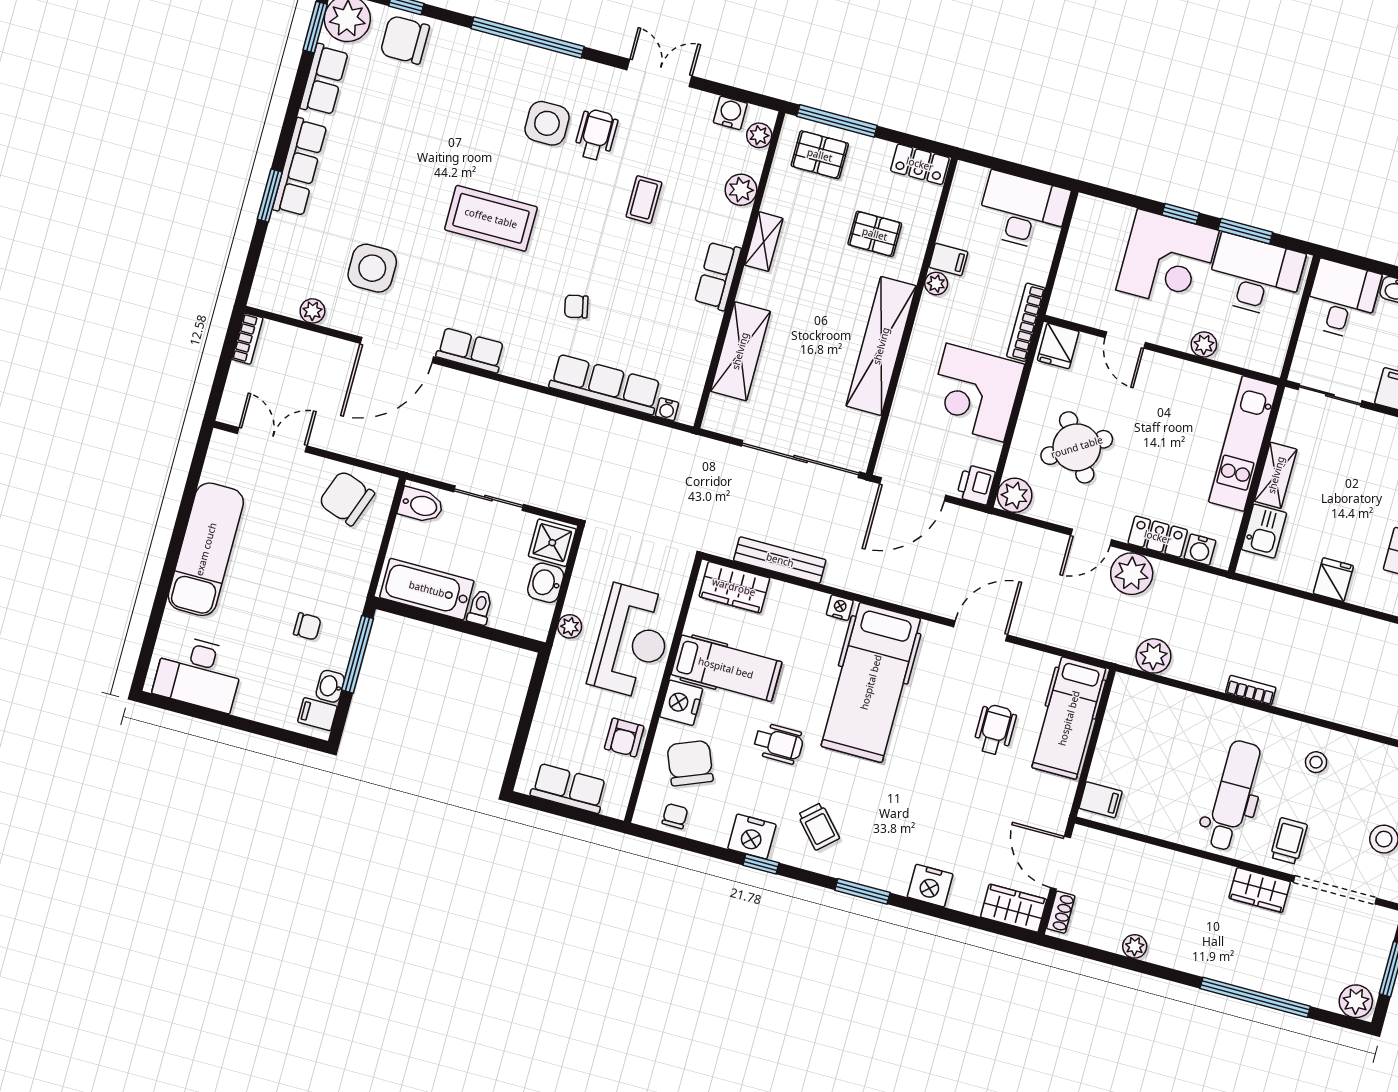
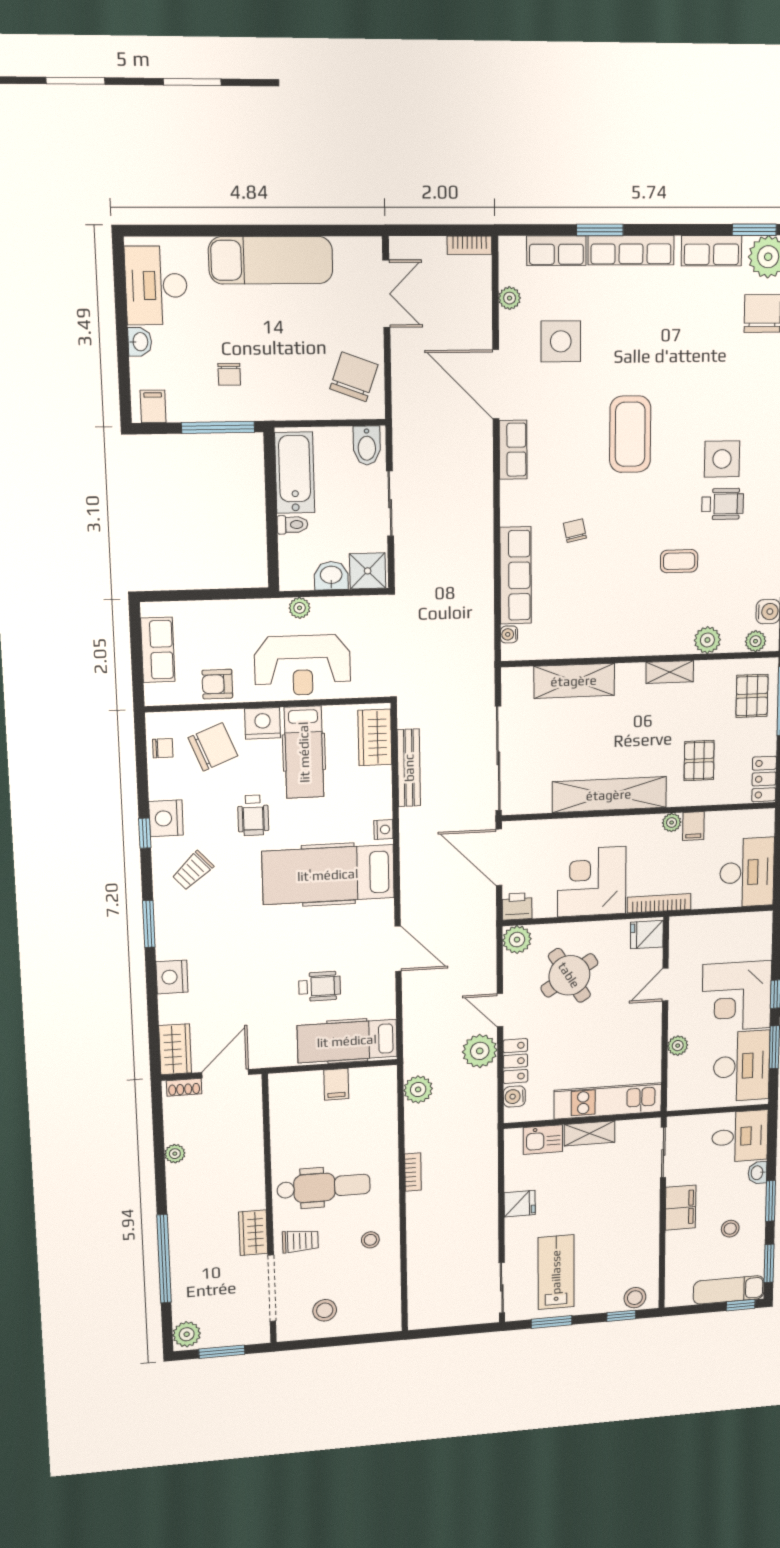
row of seats: (718, 276) -> (556, 251), moved, turned 180
washbasin: (330, 686) -> (140, 342), moved, turned 90
filing cabinet: (1101, 800) -> (336, 1084), moved

